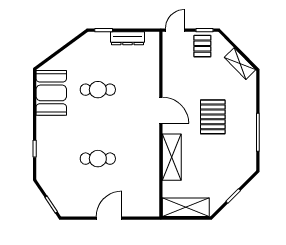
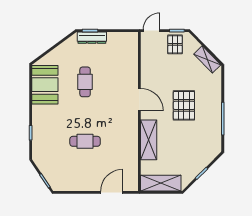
dresser: (128, 38) -> (92, 38), moved
cafe table: (98, 90) -> (85, 82), turned 90
door: (109, 218) -> (112, 192), moved

